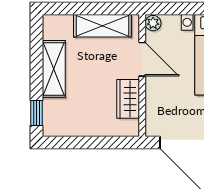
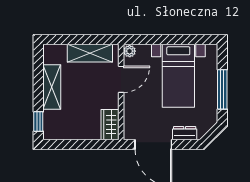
door: (142, 59) -> (121, 79), hinge flipped
wardrobe: (128, 99) -> (110, 125), moved

